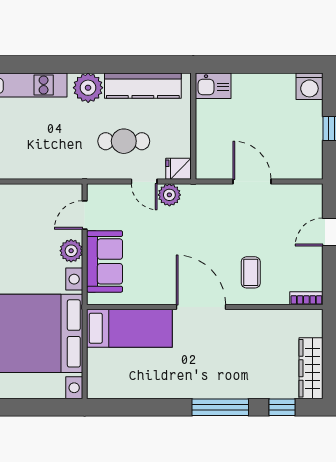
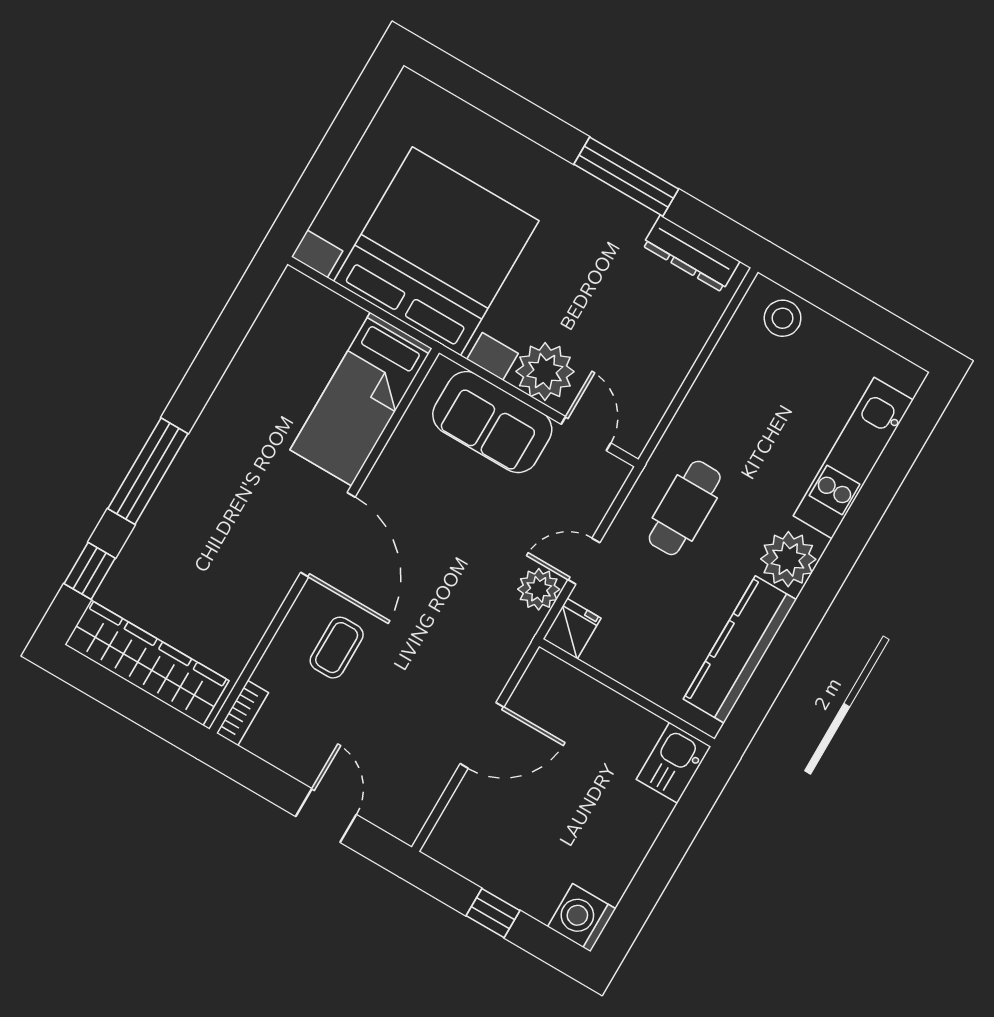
cafe table: (124, 141) -> (685, 508), moved
plant: (71, 251) -> (545, 371), width x1.36, depth x1.36
coffee table: (251, 272) -> (337, 648), turned 90
door: (201, 307) -> (328, 535), hinge flipped
wardrobe: (311, 368) -> (147, 663), width x1.40, depth x1.17

